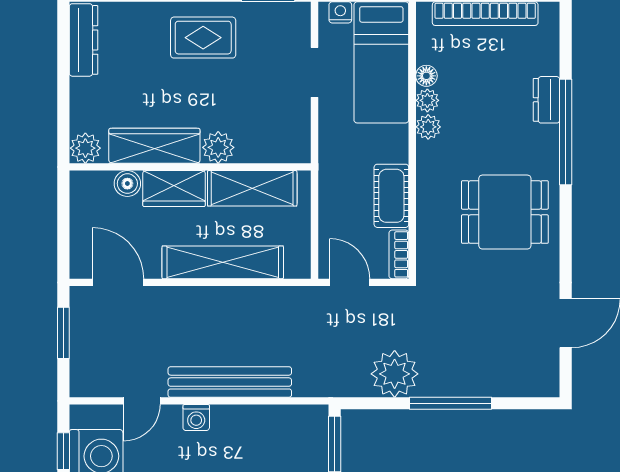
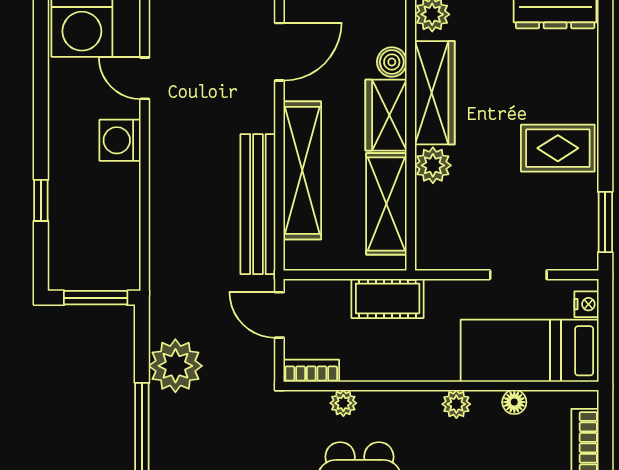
rug: (203, 38) -> (558, 148), turned 90
plant: (427, 100) -> (343, 403), moved
cot: (391, 196) -> (388, 298), moved
door: (350, 282) -> (279, 315), swing flipped
bench: (230, 382) -> (258, 204), moved
washing machine: (196, 418) -> (120, 140), width x1.38, depth x1.38

